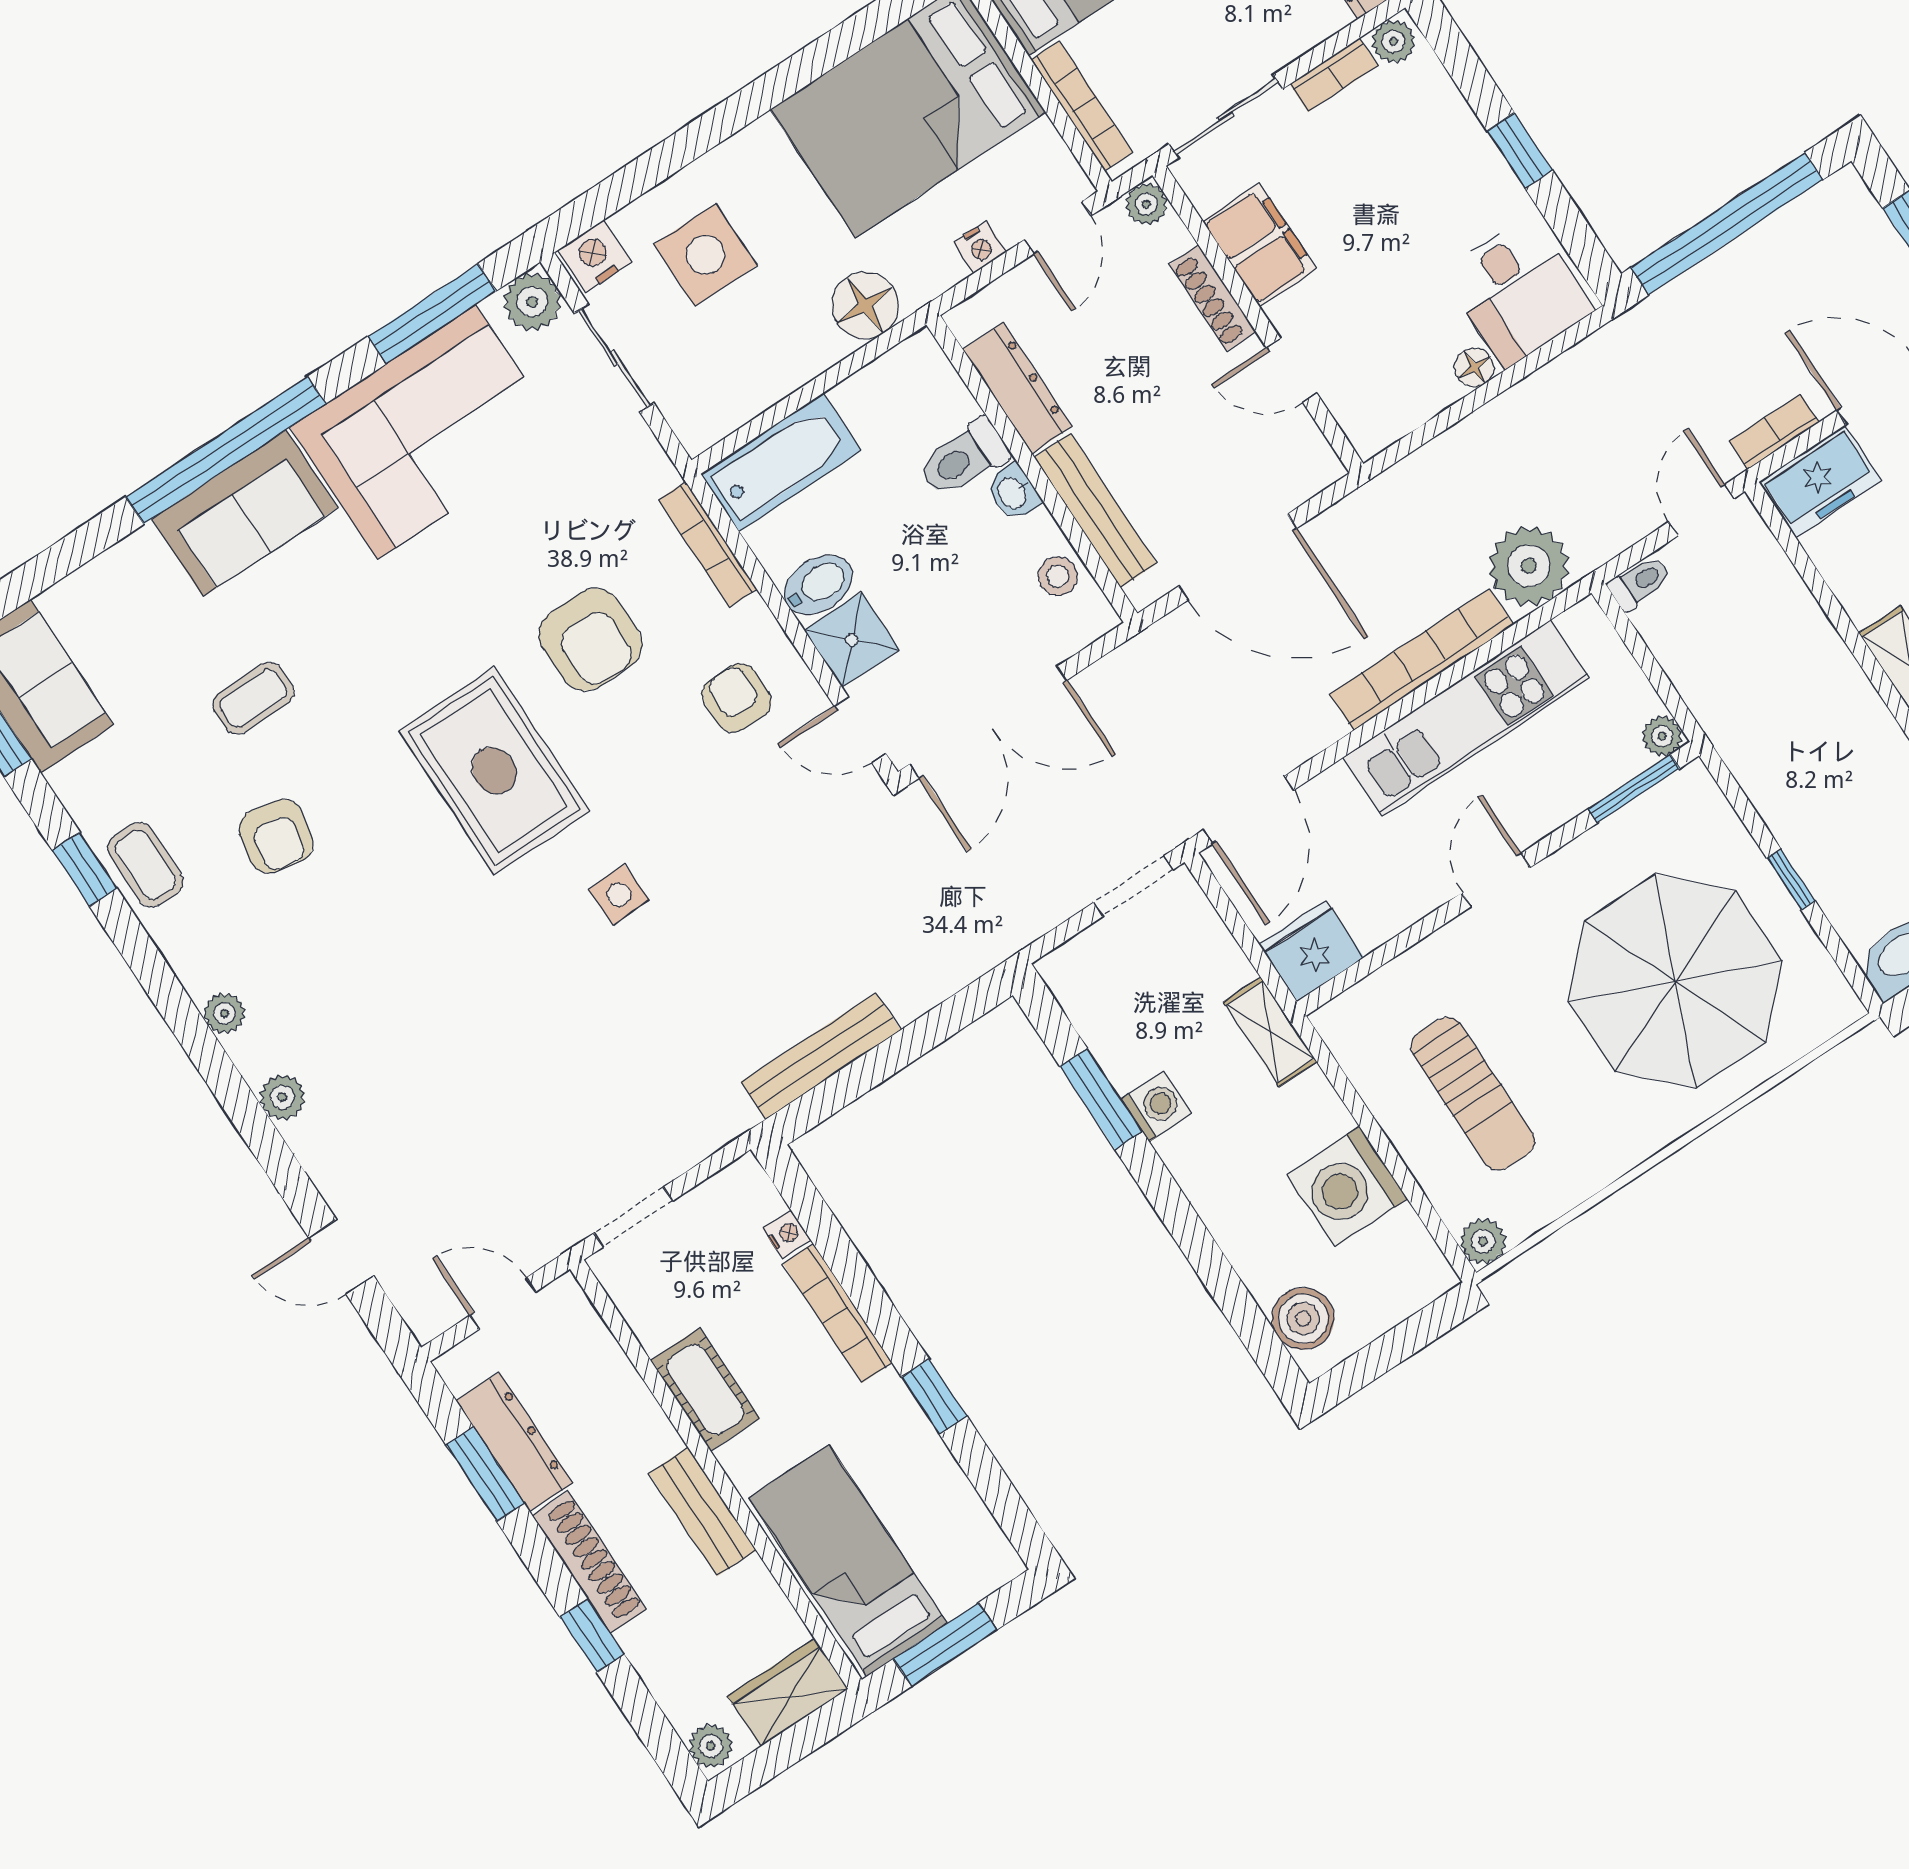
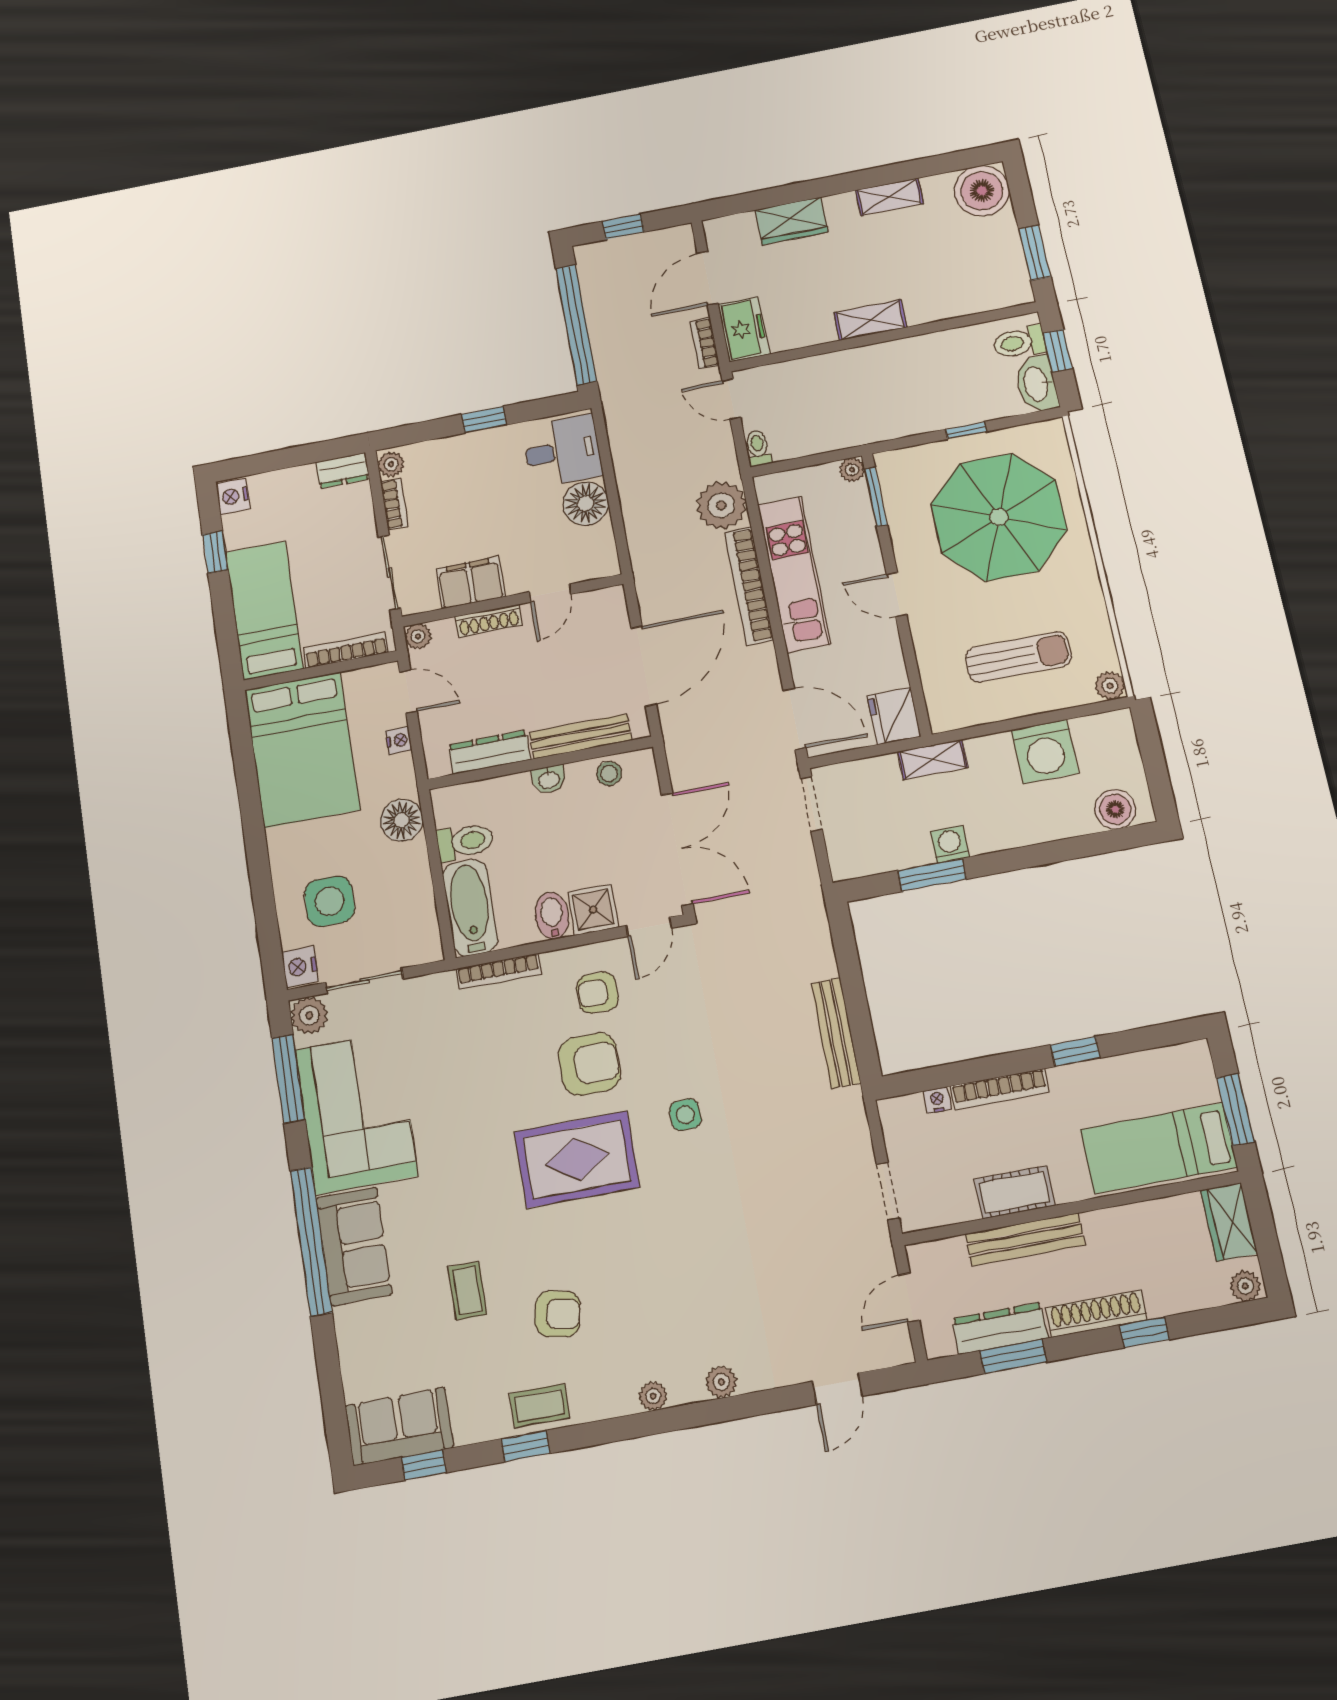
floor lamp: (1474, 367) -> (586, 503), width x1.89, depth x1.89
toilet: (964, 458) -> (465, 842), moved, turned -90
armchair: (590, 639) -> (590, 1064), moved
bench: (703, 1512) -> (1025, 1239), moved, width x1.36

